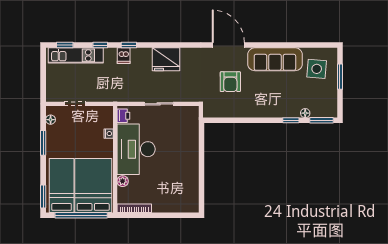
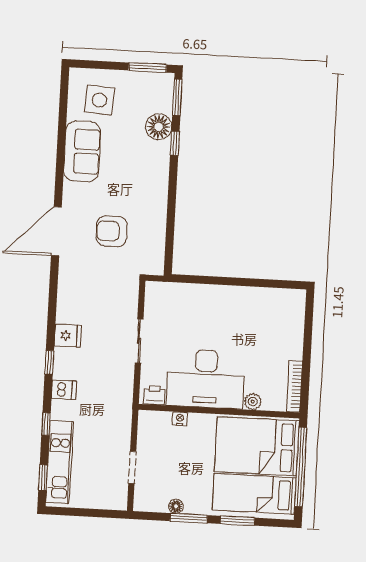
window: (129, 45) -> (49, 362), moved
fridge: (166, 59) -> (68, 336), width x0.53, depth x0.75
sofa: (275, 59) -> (82, 151), width x0.73
window: (340, 77) -> (148, 68), moved
armchair: (230, 82) -> (112, 231), turned 180
floor lamp: (305, 113) -> (159, 127), width x1.89, depth x1.89
floor lamp: (51, 120) -> (176, 506), moved
window: (43, 196) -> (237, 521), moved

